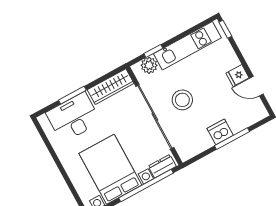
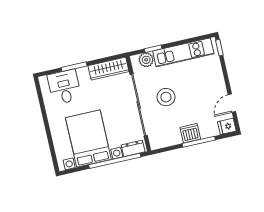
fridge: (237, 75) -> (227, 126), moved
door: (256, 86) -> (232, 103), hinge flipped
desk: (73, 117) -> (64, 87), width x0.73

